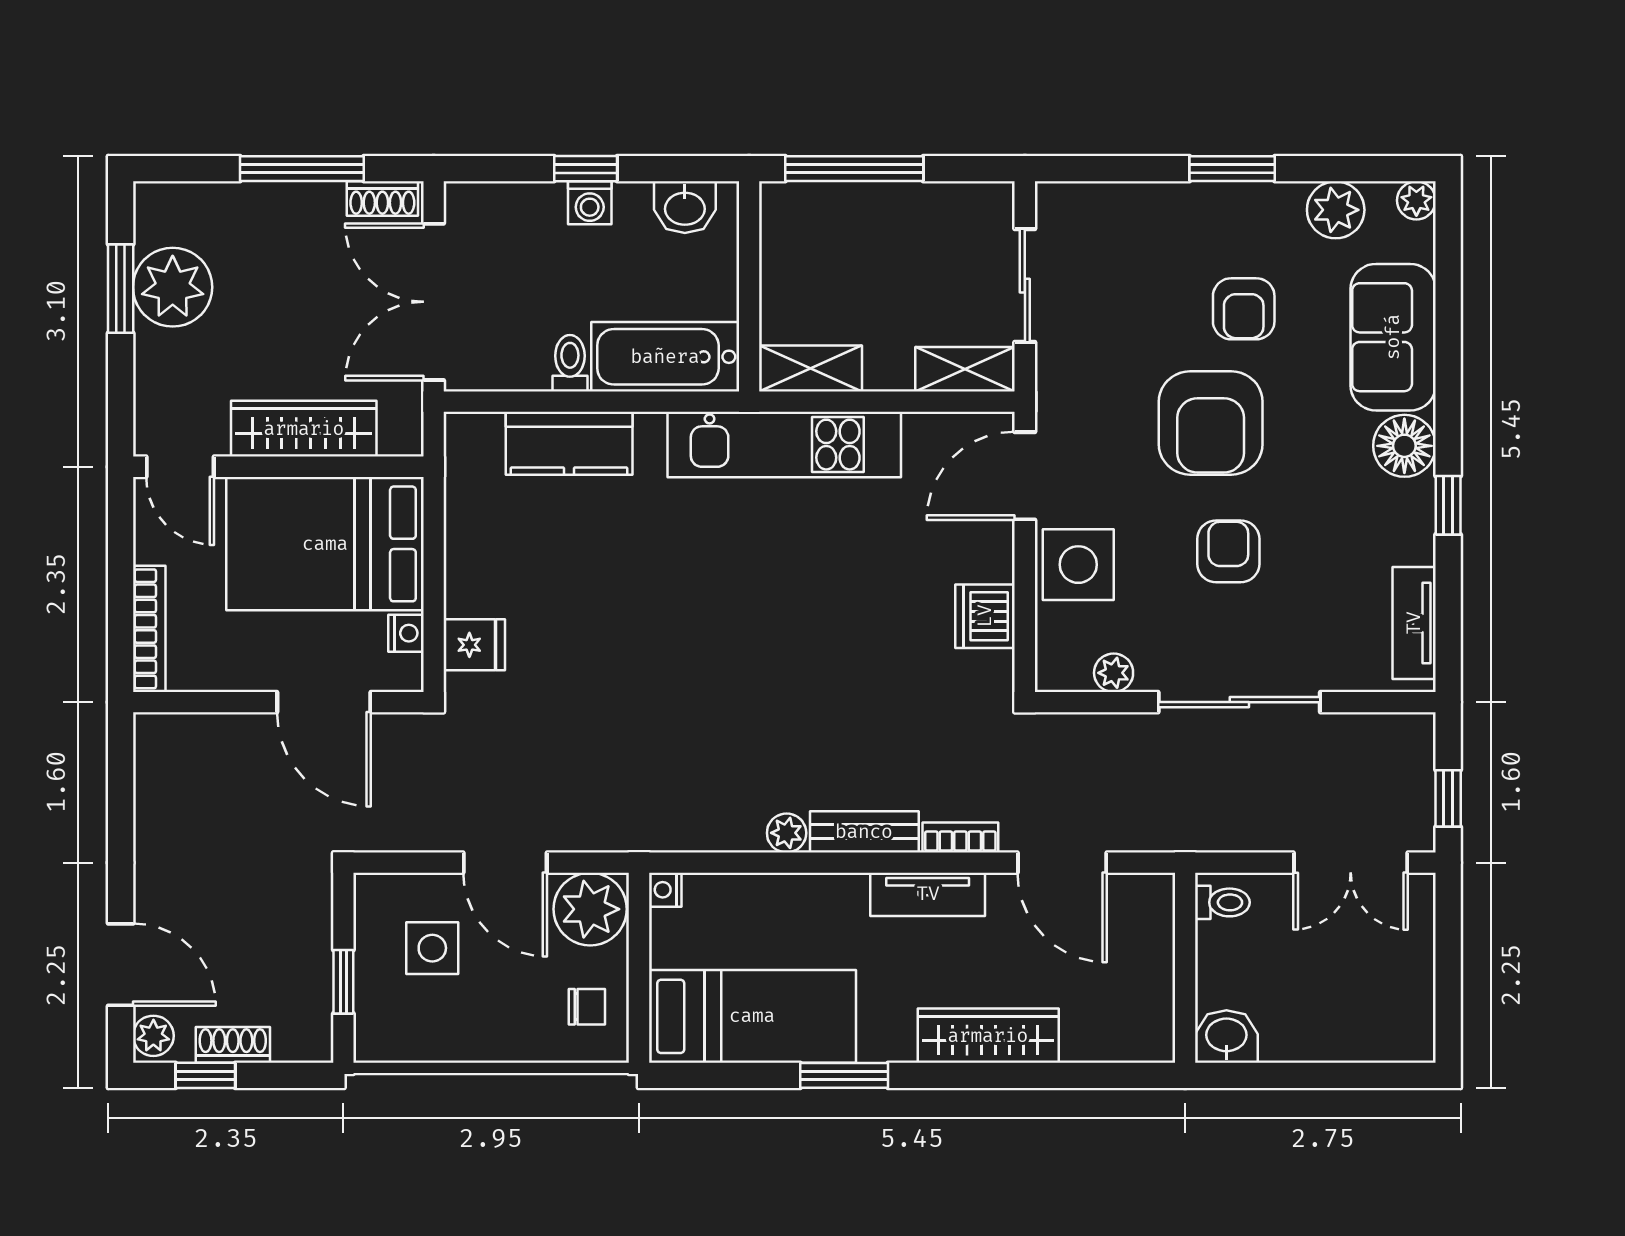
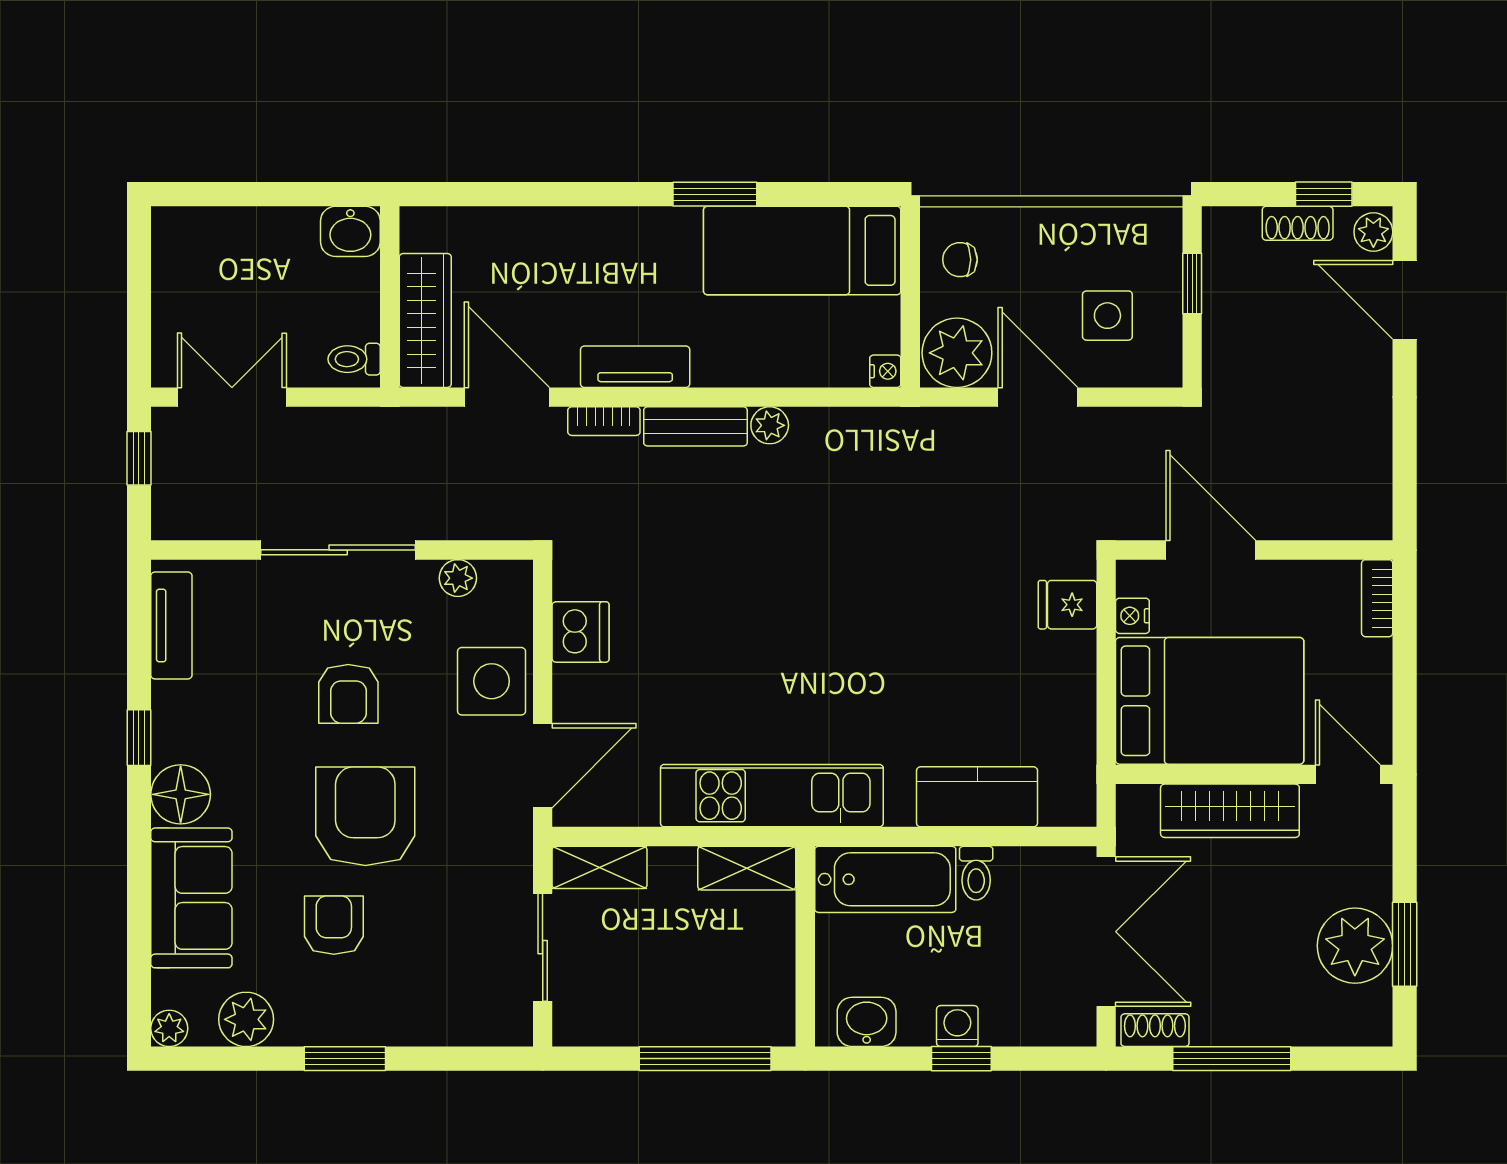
bookcase: (149, 629) -> (1377, 598), width x0.64
wardrobe: (988, 1036) -> (425, 320), moved, turned -90

